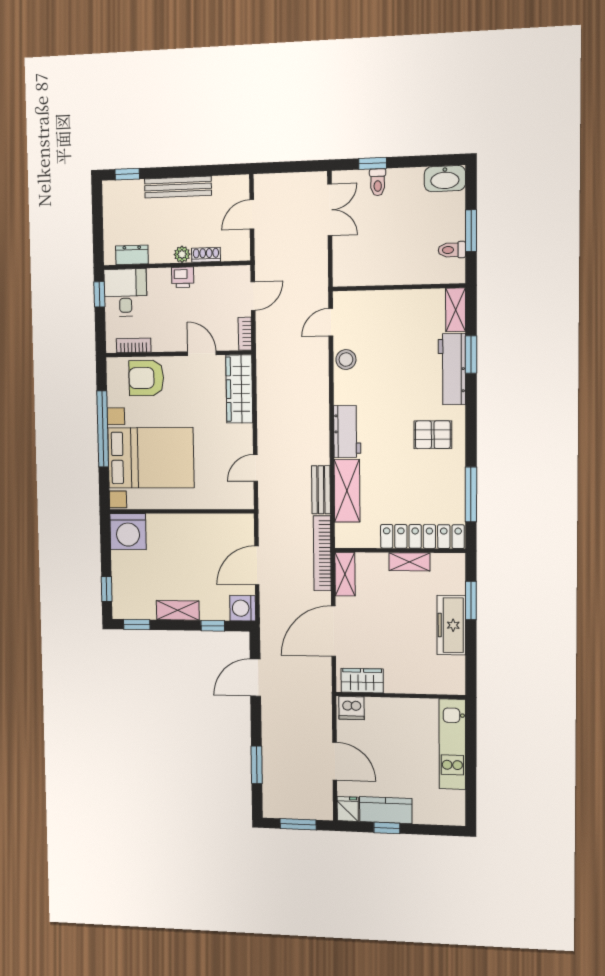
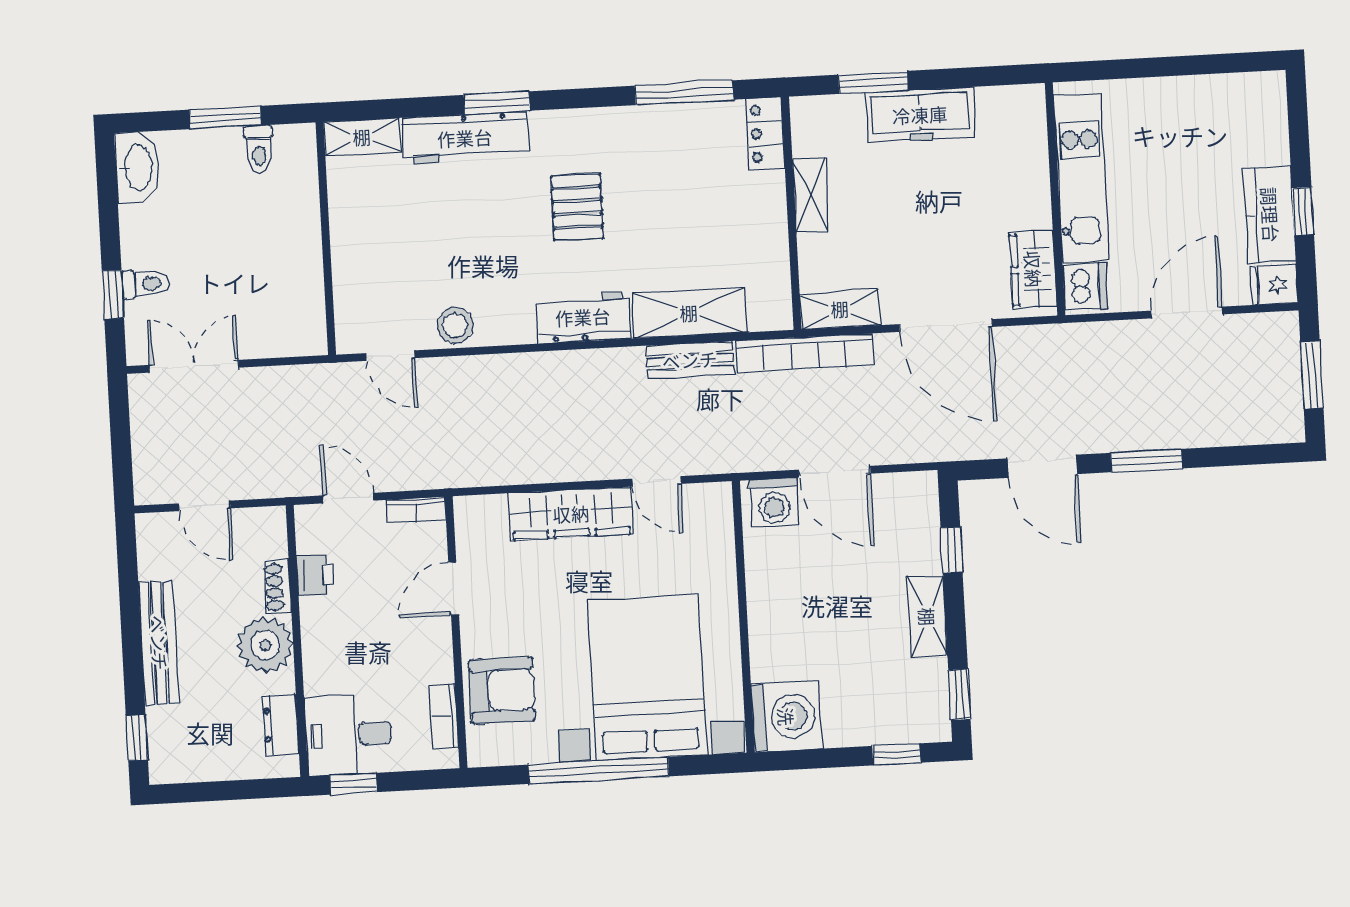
plant: (182, 254) -> (265, 645), width x1.88, depth x1.88
printer: (183, 277) -> (316, 575), moved
window: (471, 354) -> (497, 103), moved
armchair: (146, 378) -> (502, 691), turned -90
wardrobe: (239, 389) -> (571, 514), moved
pallet: (433, 435) -> (577, 207), moved
locker: (422, 536) -> (765, 133), width x0.46, depth x0.83
washing machine: (243, 608) -> (774, 503), moved
kitchen unit: (452, 744) -> (1081, 178), moved, turned -90
window: (257, 765) -> (1147, 461), moved

